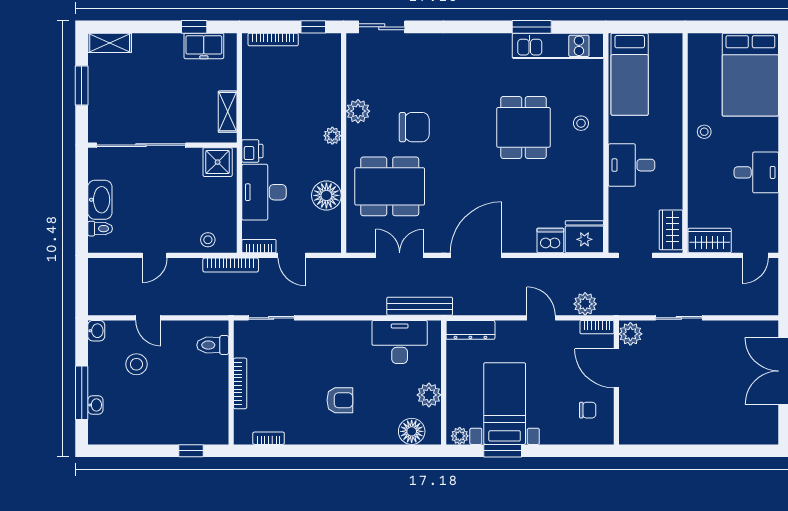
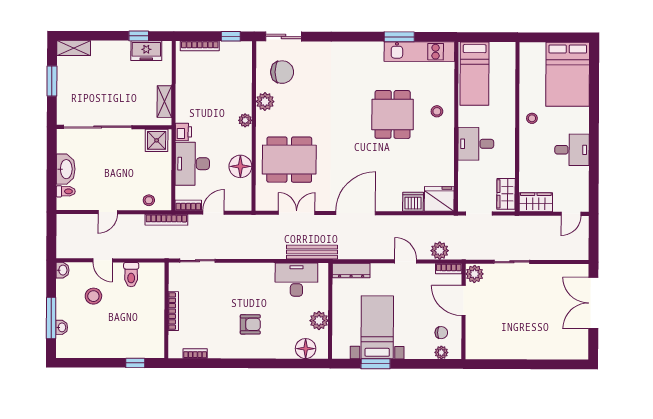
chair: (414, 127) -> (282, 72), moved
door: (292, 255) -> (214, 213), swing flipped
toilet: (213, 345) -> (131, 275), moved, turned -90
plant: (460, 436) -> (441, 353), moved

